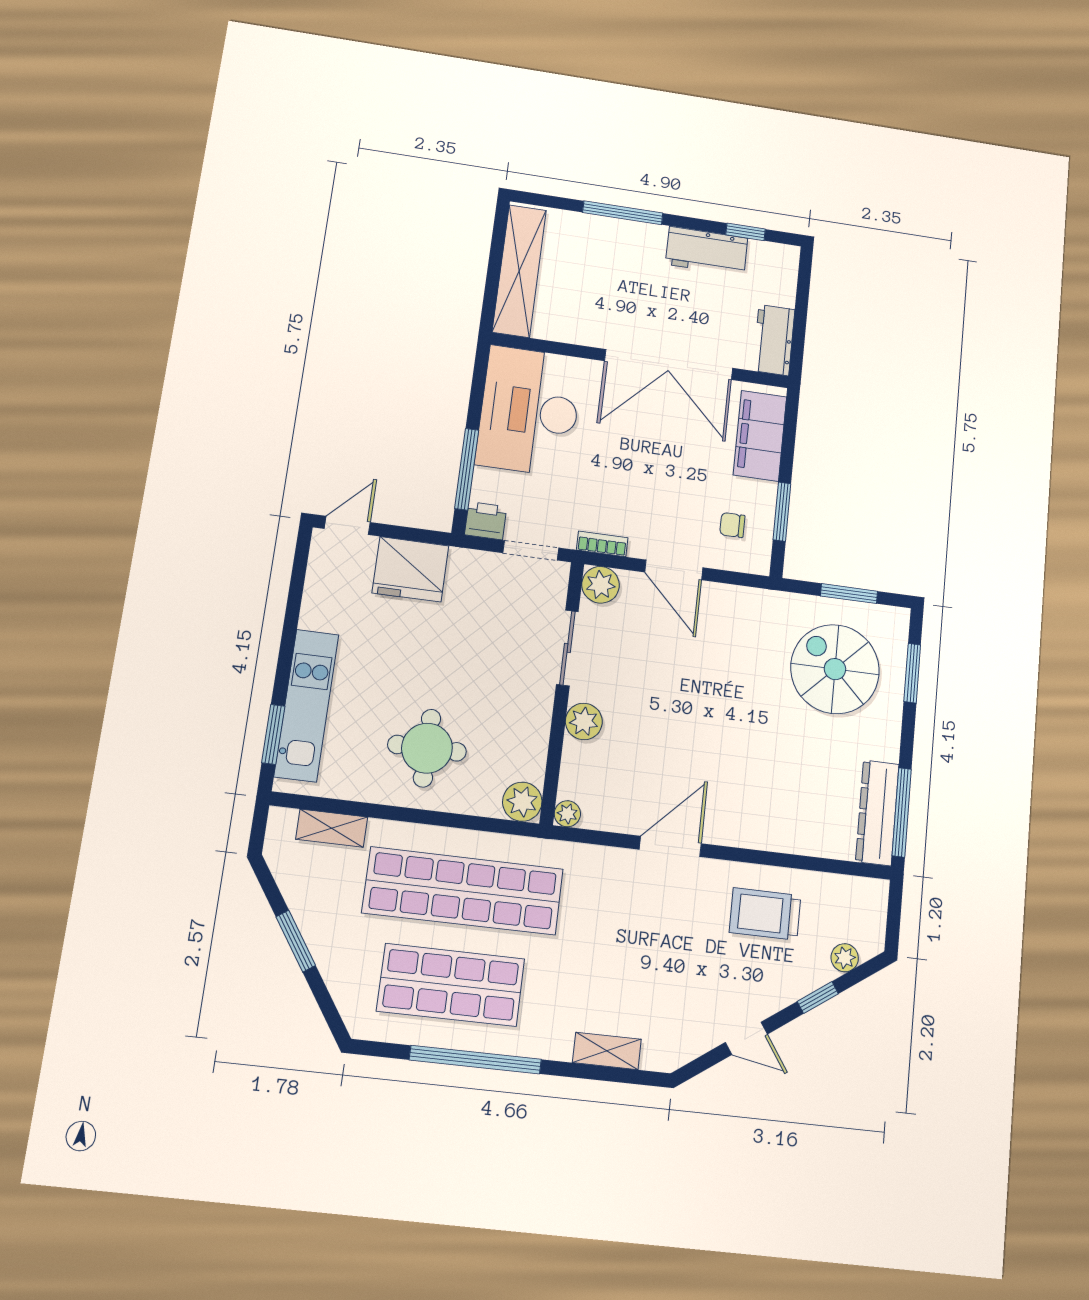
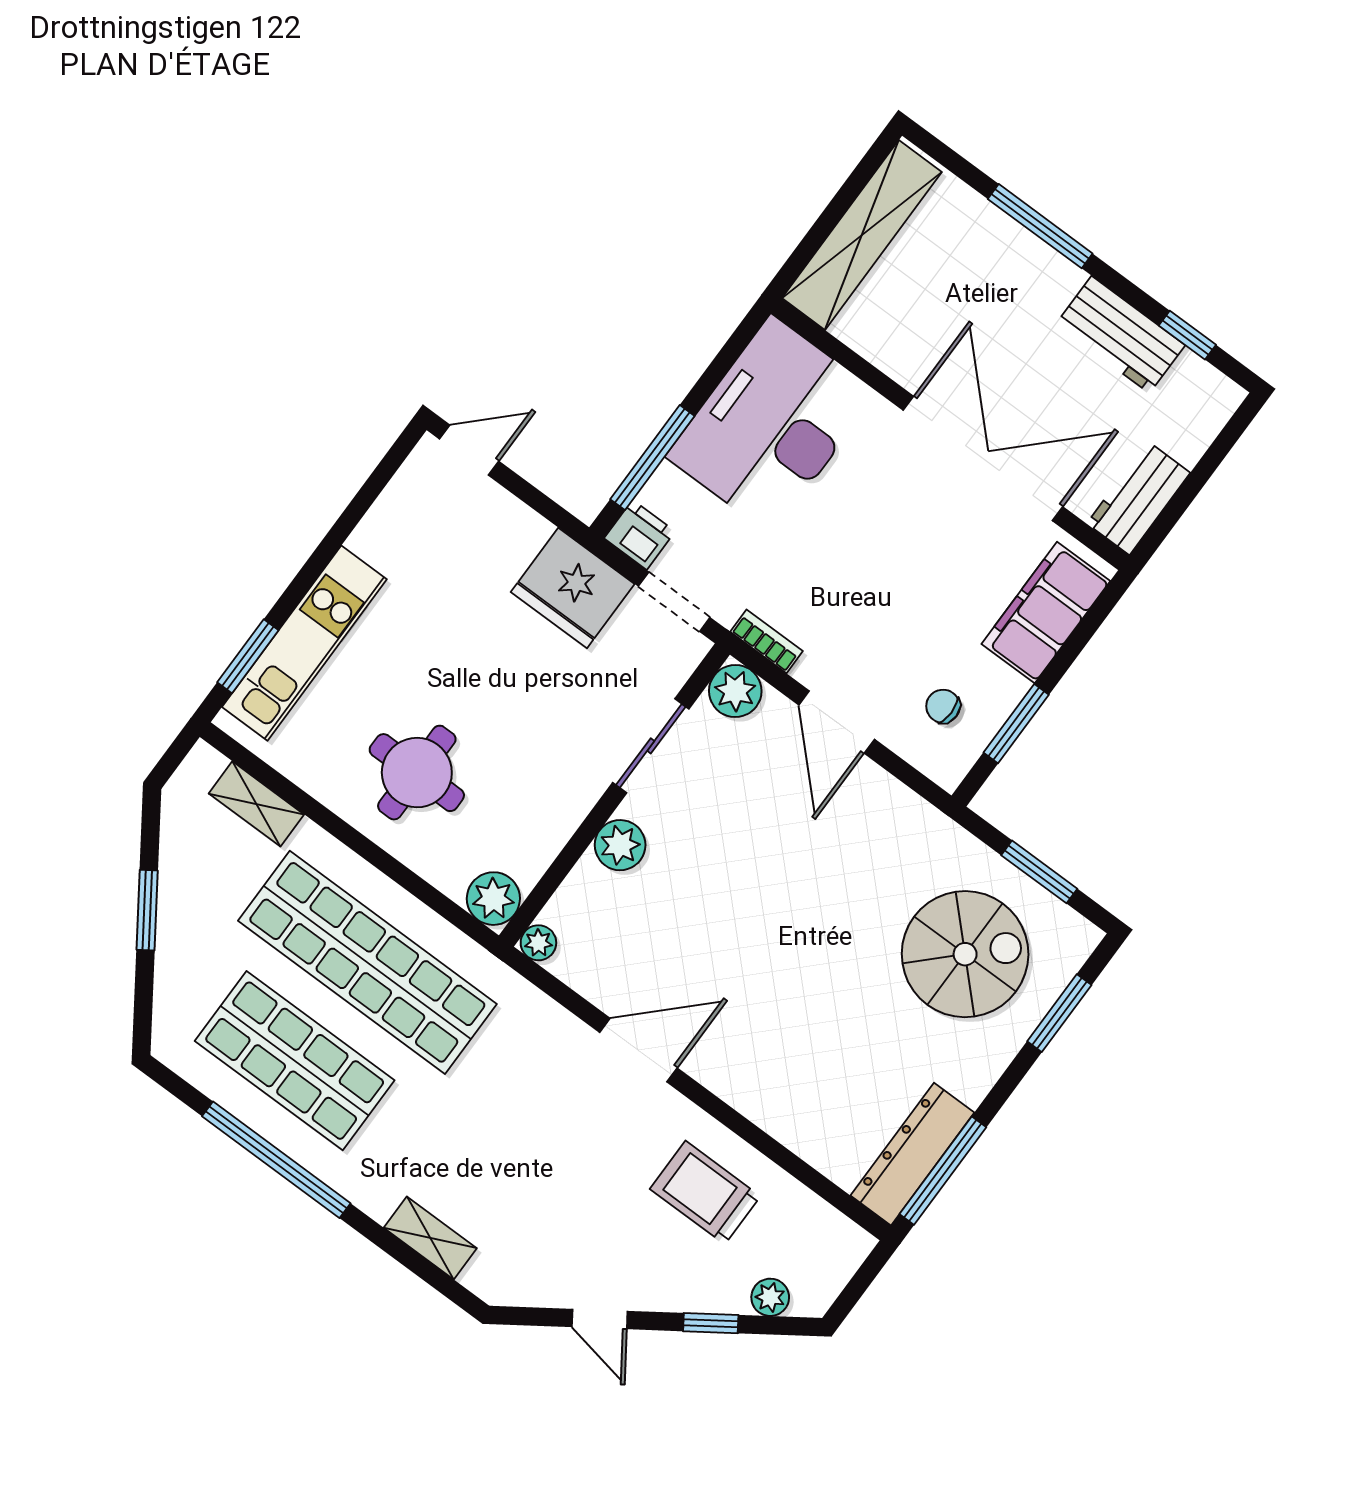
double door: (669, 365) -> (983, 458), swing flipped
fridge: (410, 569) -> (573, 588), moved
spiral stairs: (835, 669) -> (965, 954), turned 90

